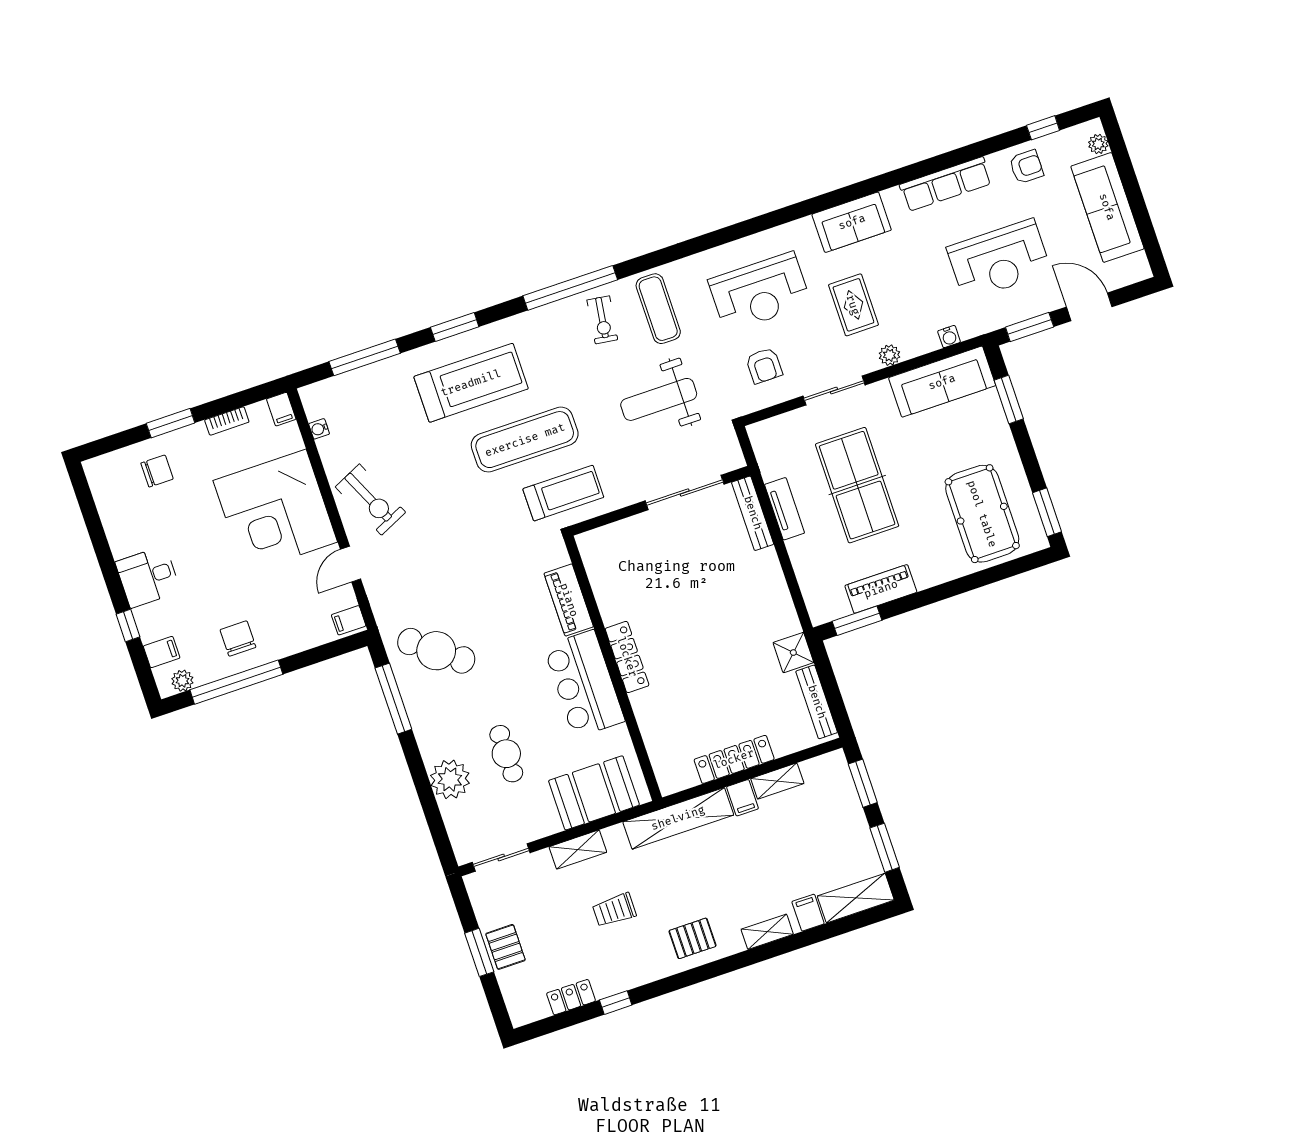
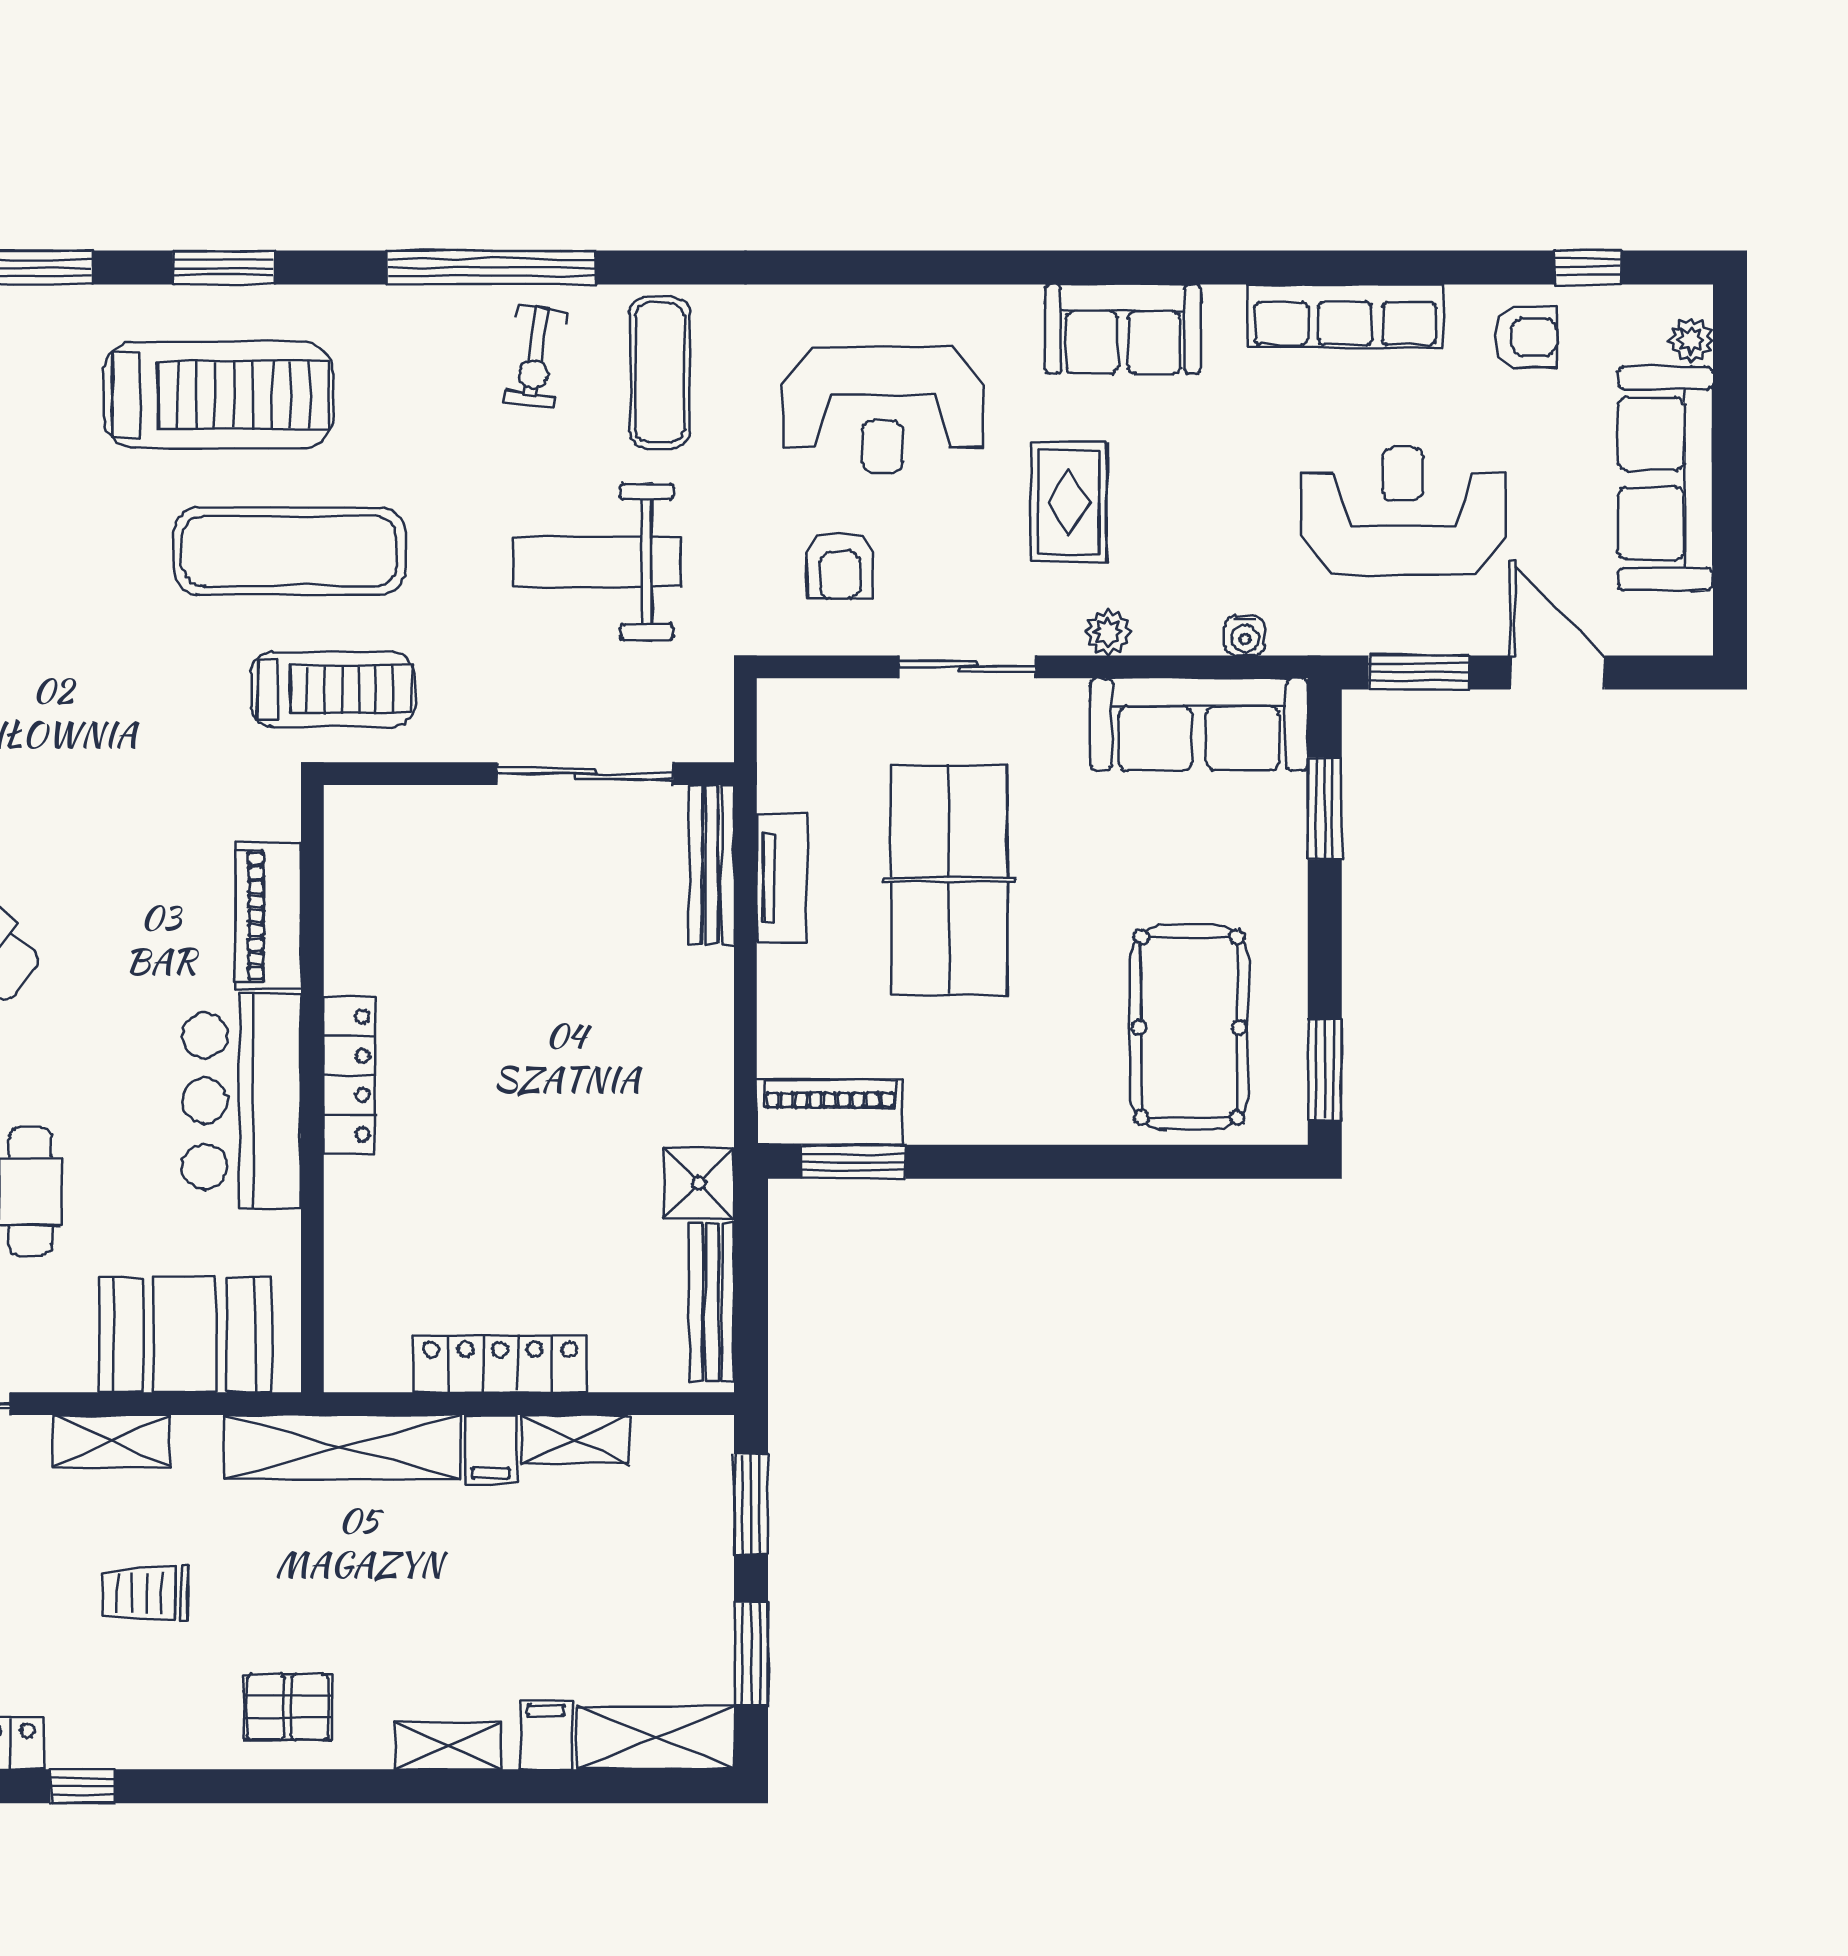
reception desk: (999, 260) -> (1403, 511), turned 180
piano: (881, 589) -> (830, 1112), moved

